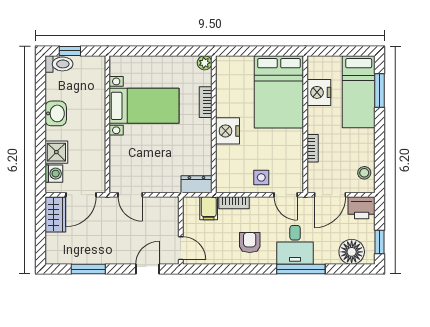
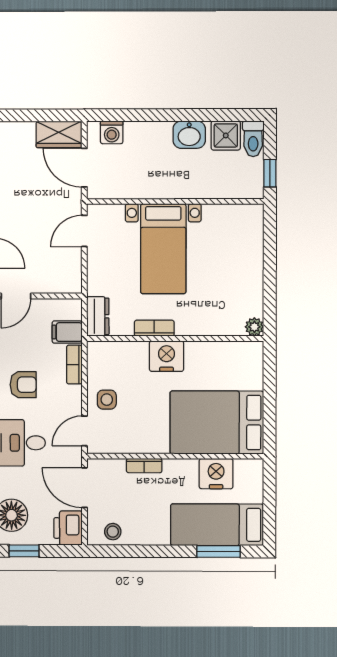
window: (70, 51) -> (270, 173), moved
bookcase: (206, 102) -> (154, 328), moved
bed with nightstands: (144, 106) -> (163, 249), moved
shower: (56, 152) -> (226, 135), moved

